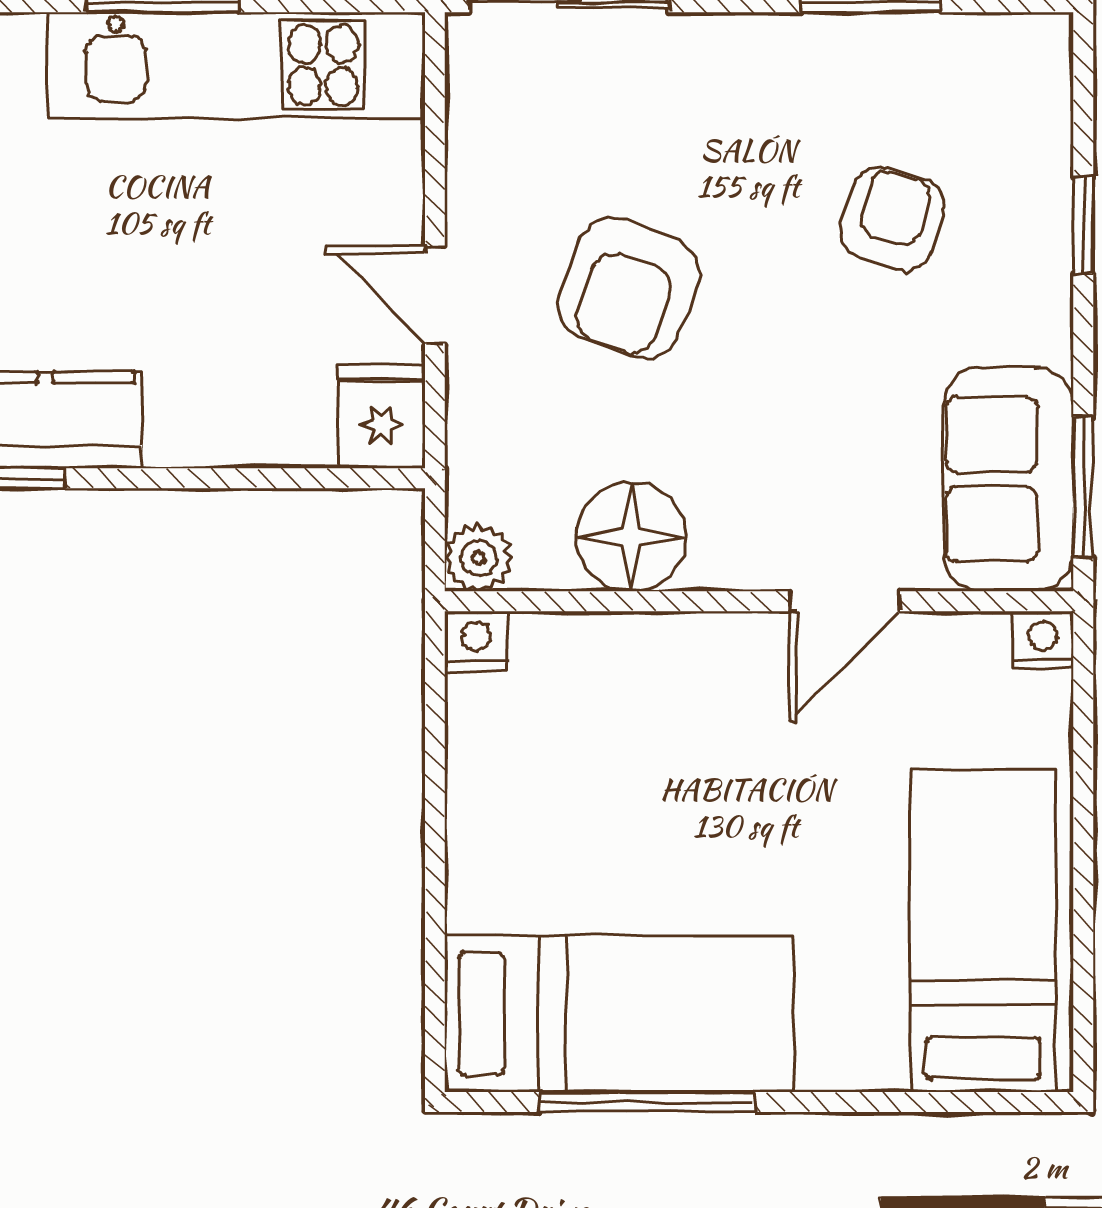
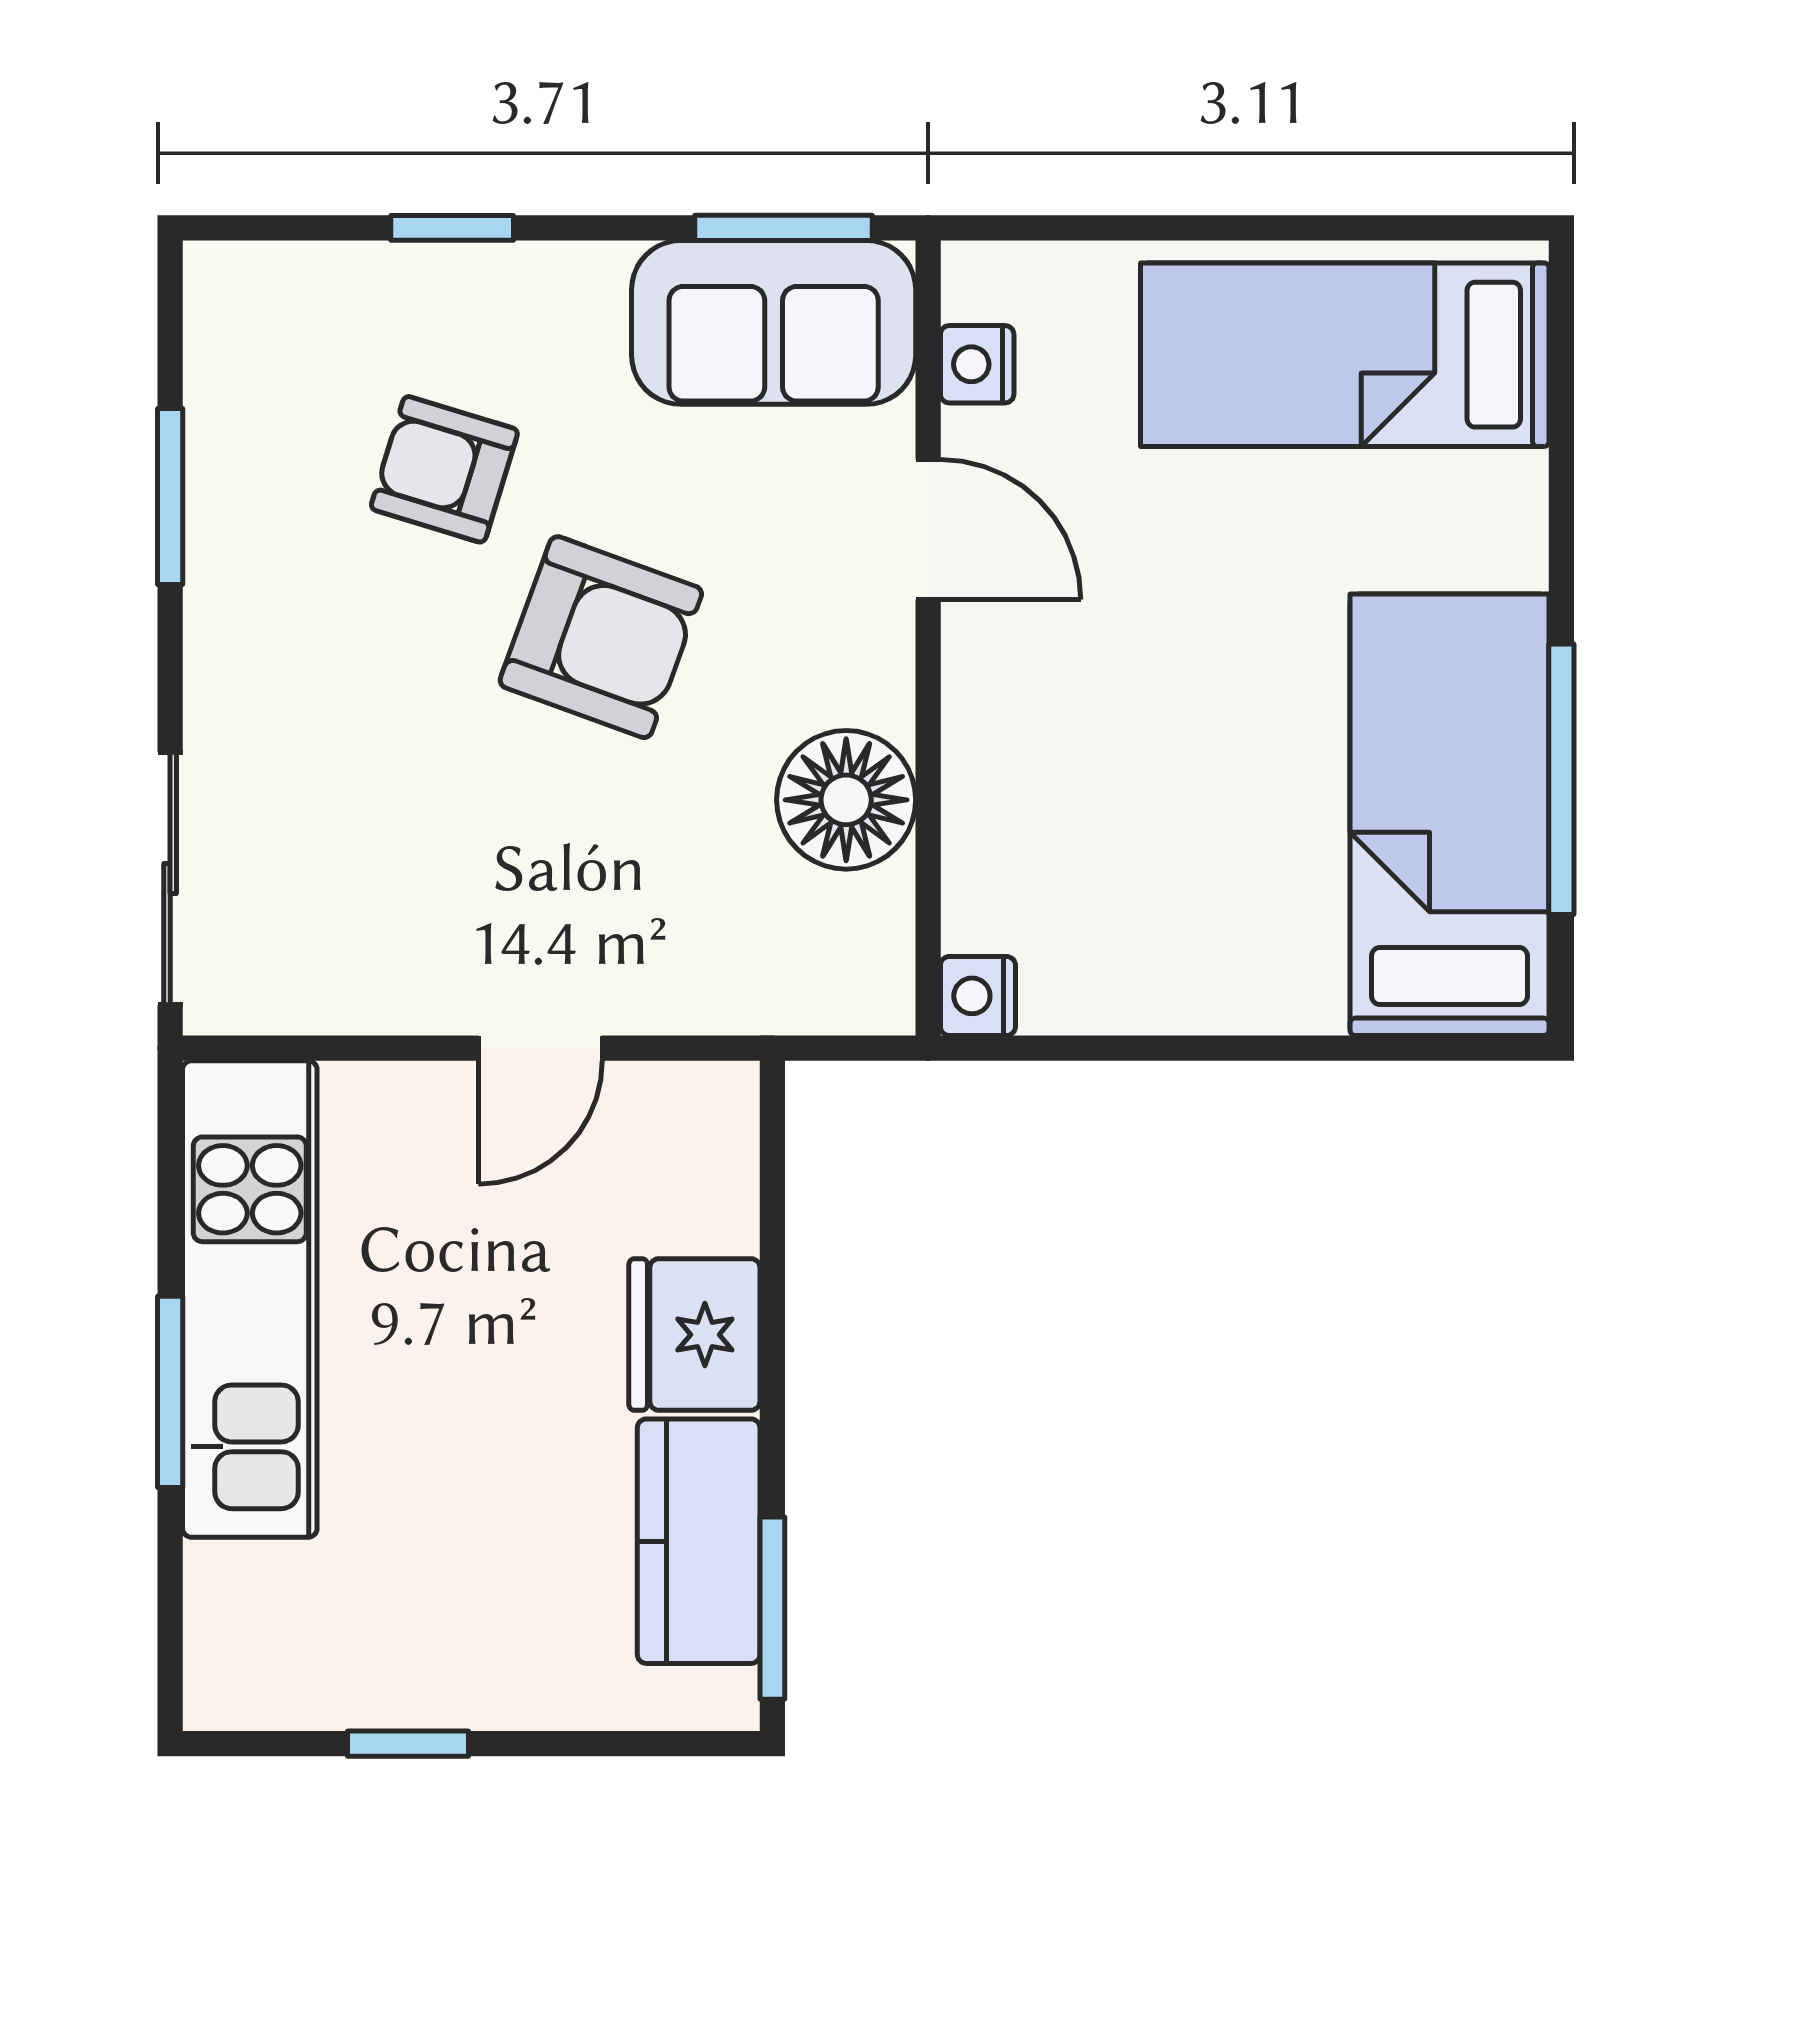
armchair: (629, 289) -> (601, 637), moved
fridge: (382, 417) -> (694, 1335), moved, width x1.38
plant: (478, 558) -> (873, 993), removed
nightstand: (1043, 640) -> (977, 364), moved

